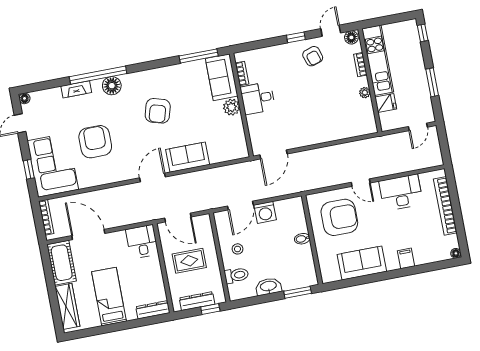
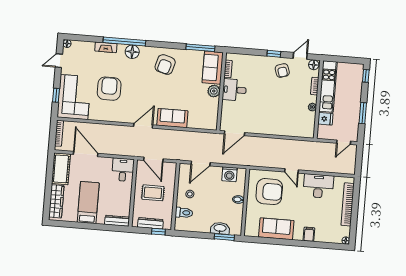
armchair: (158, 111) -> (165, 65), moved
washing machine: (265, 212) -> (229, 174), moved
washbasin: (268, 286) -> (220, 228), moved

